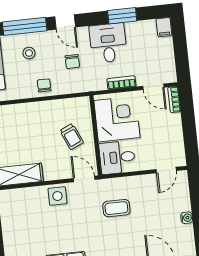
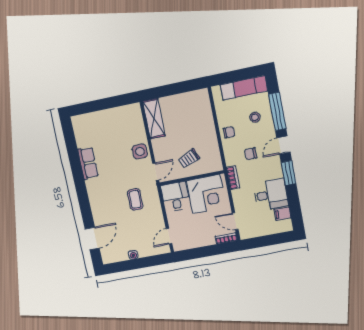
window: (122, 16) -> (288, 173), moved
filing cabinet: (164, 27) -> (282, 214), moved
desk: (108, 43) -> (271, 195), moved
bookcase: (121, 83) -> (233, 178), moved
door: (153, 87) -> (235, 221), hinge flipped
door: (166, 170) -> (169, 236), hinge flipped

